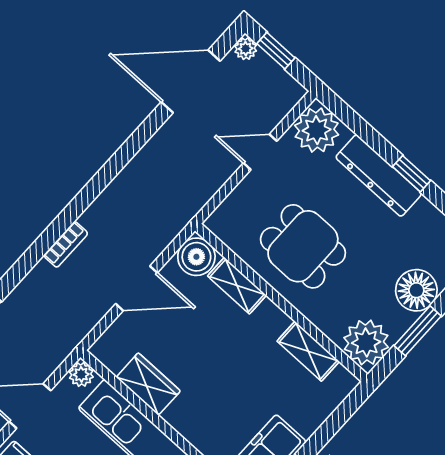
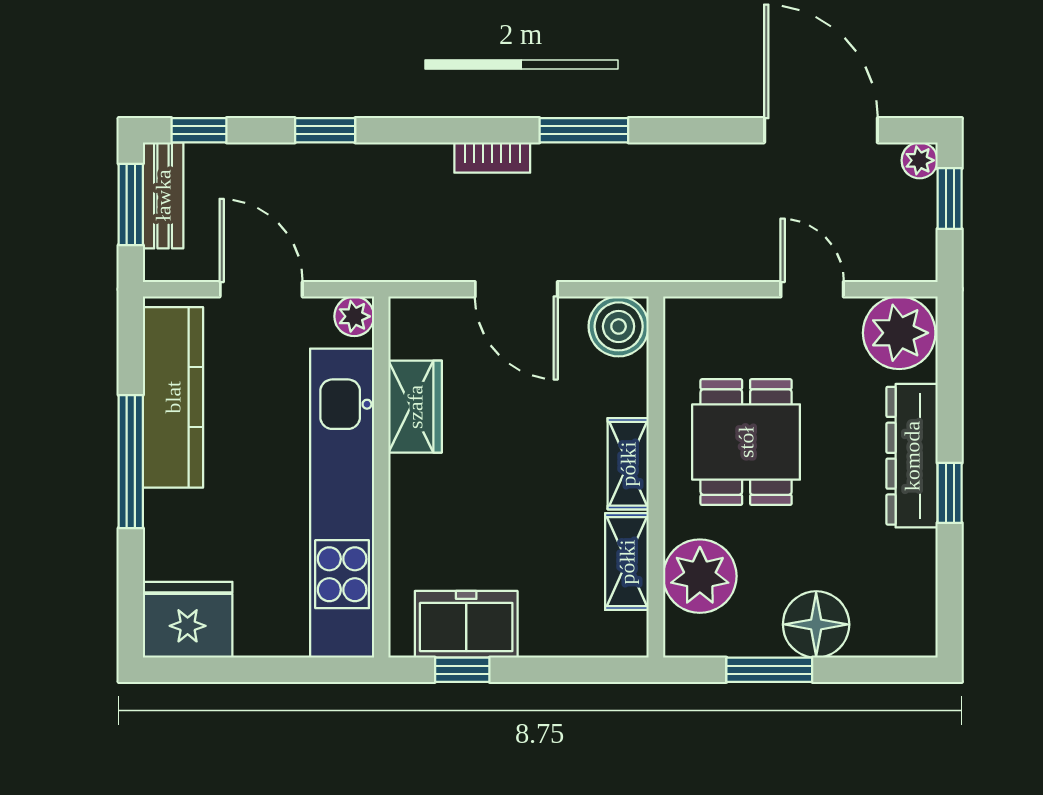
window: (91, 191) -> (584, 130), added
shelving: (237, 286) -> (628, 464), moved
plant: (366, 342) -> (700, 576), moved

